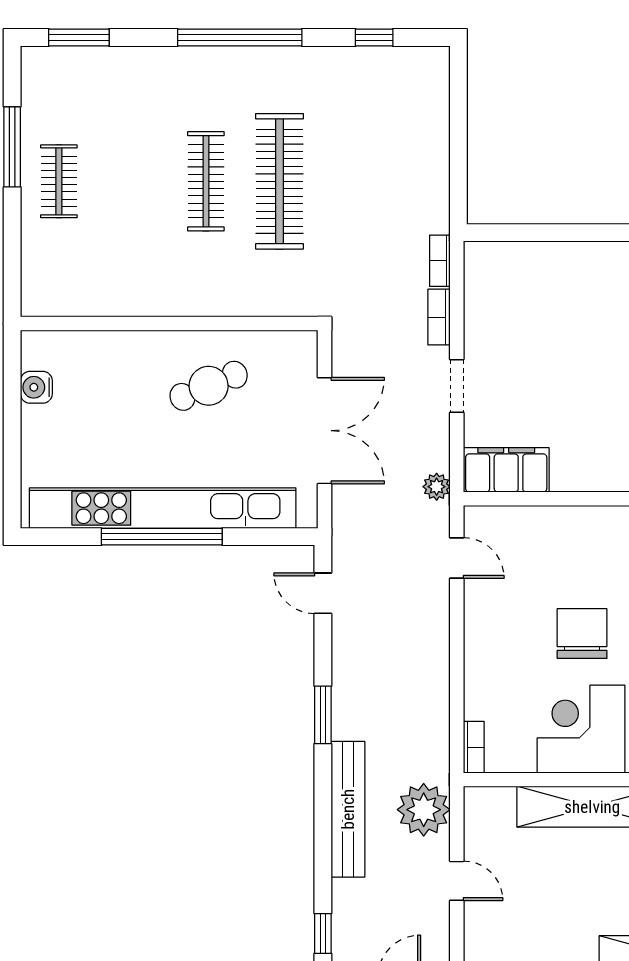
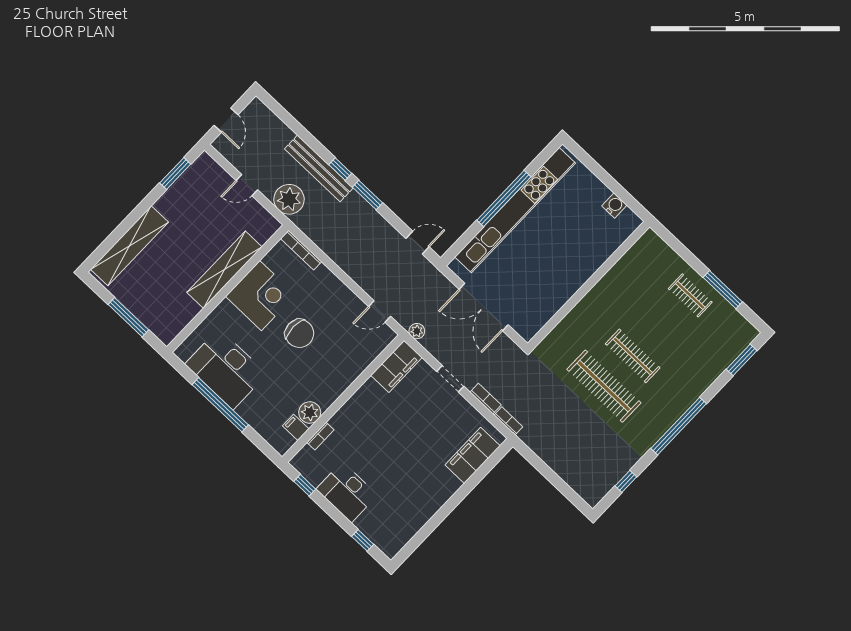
filing cabinet: (527, 265) -> (473, 455), added
cafe table: (209, 386) -> (548, 277), removed
bookcase: (474, 747) -> (301, 250), width x1.56
window: (323, 933) -> (340, 169), moved

